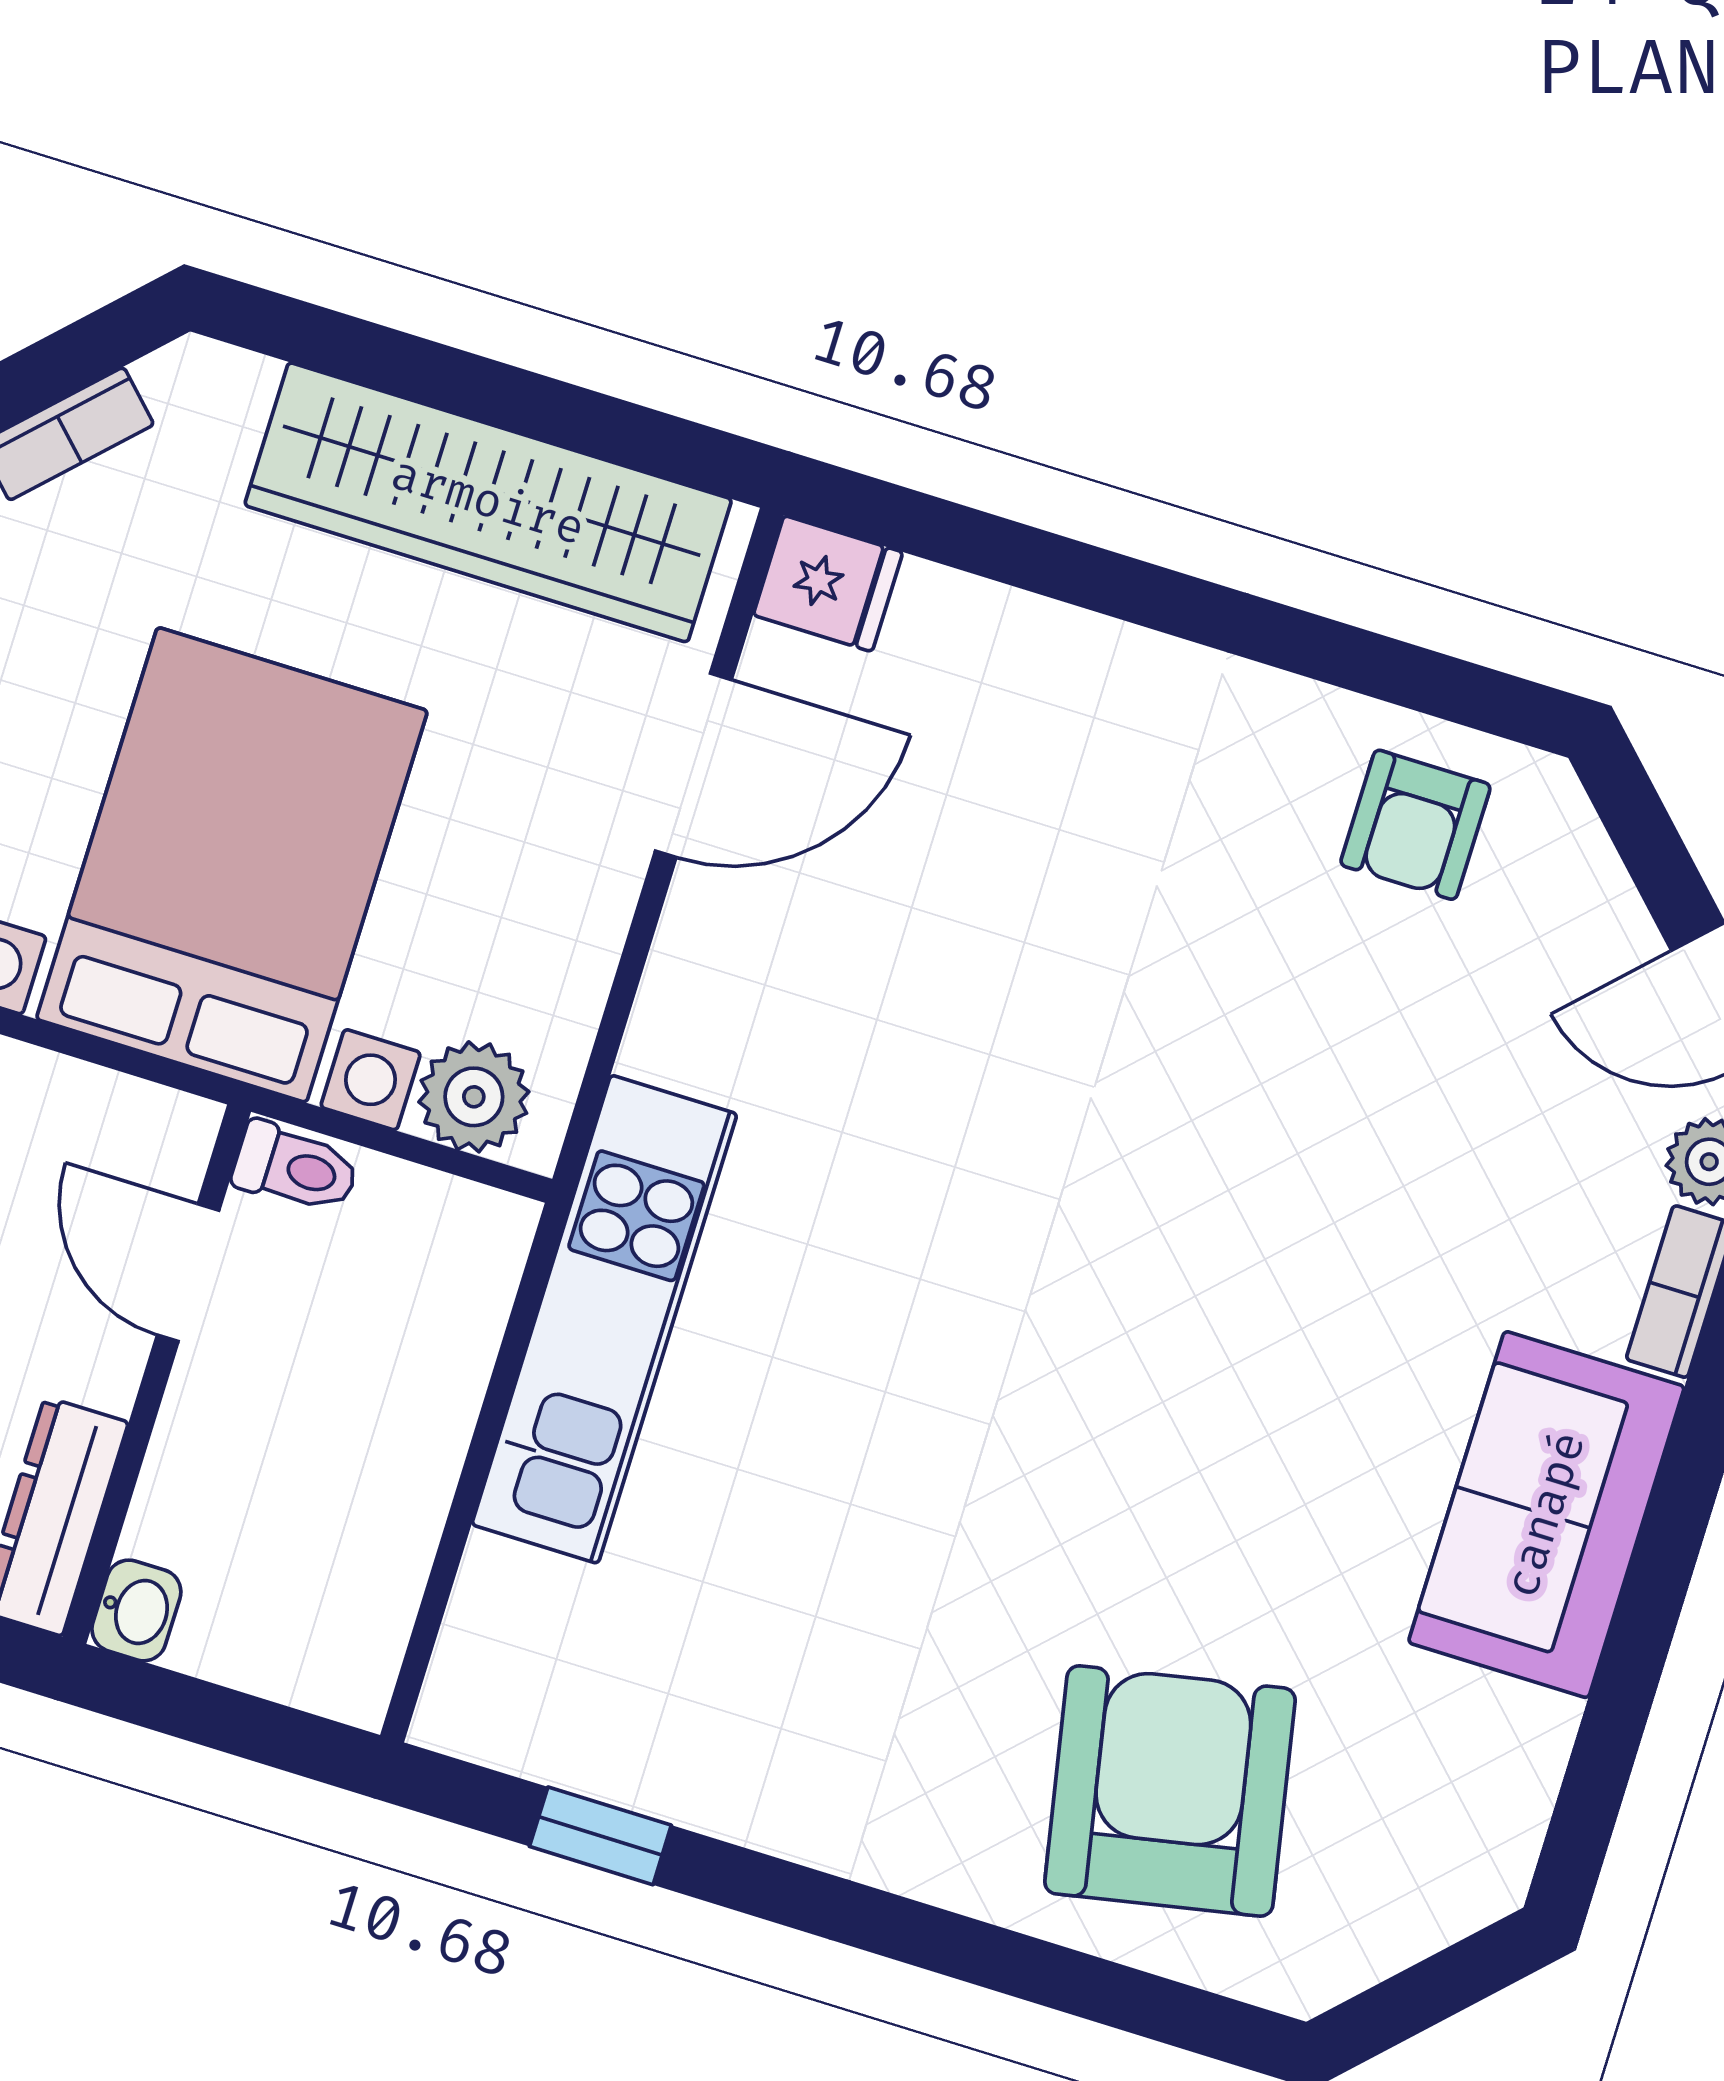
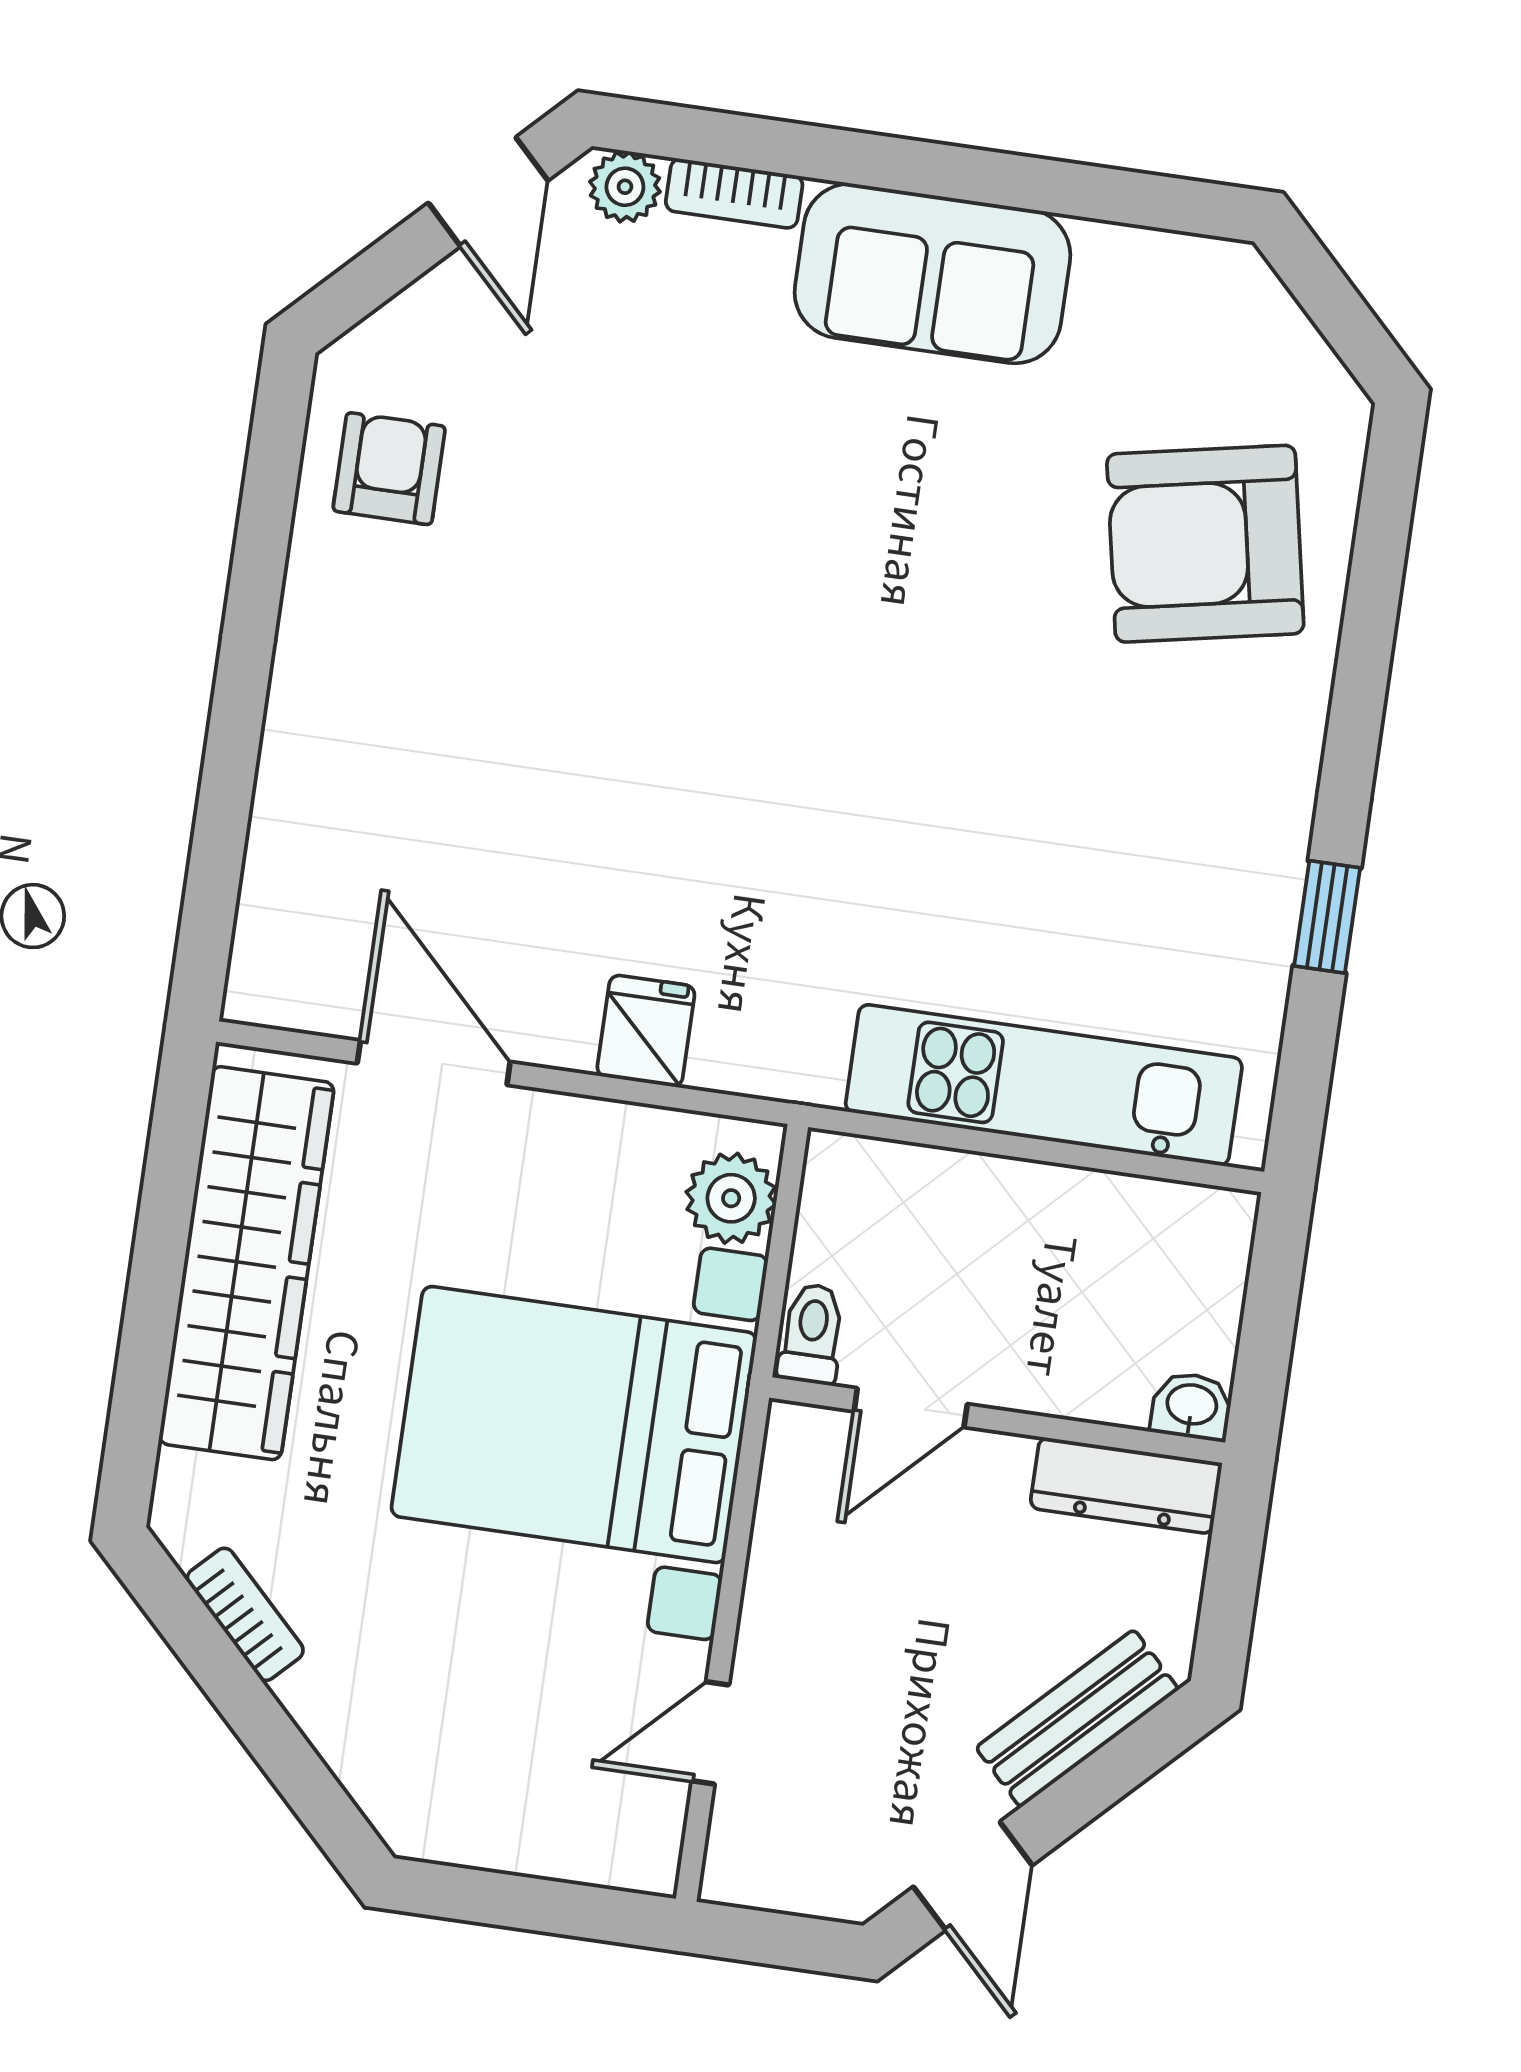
fridge: (828, 584) -> (646, 1031), moved
armchair: (1415, 825) -> (389, 469), turned -90
kitchen unit: (604, 1319) -> (1044, 1085), moved
window: (600, 1836) -> (1327, 917), moved

